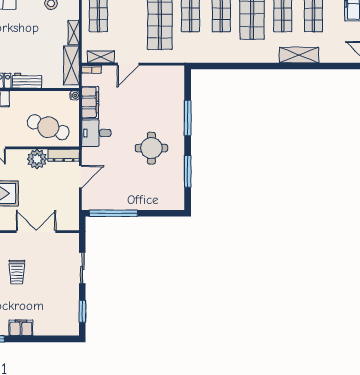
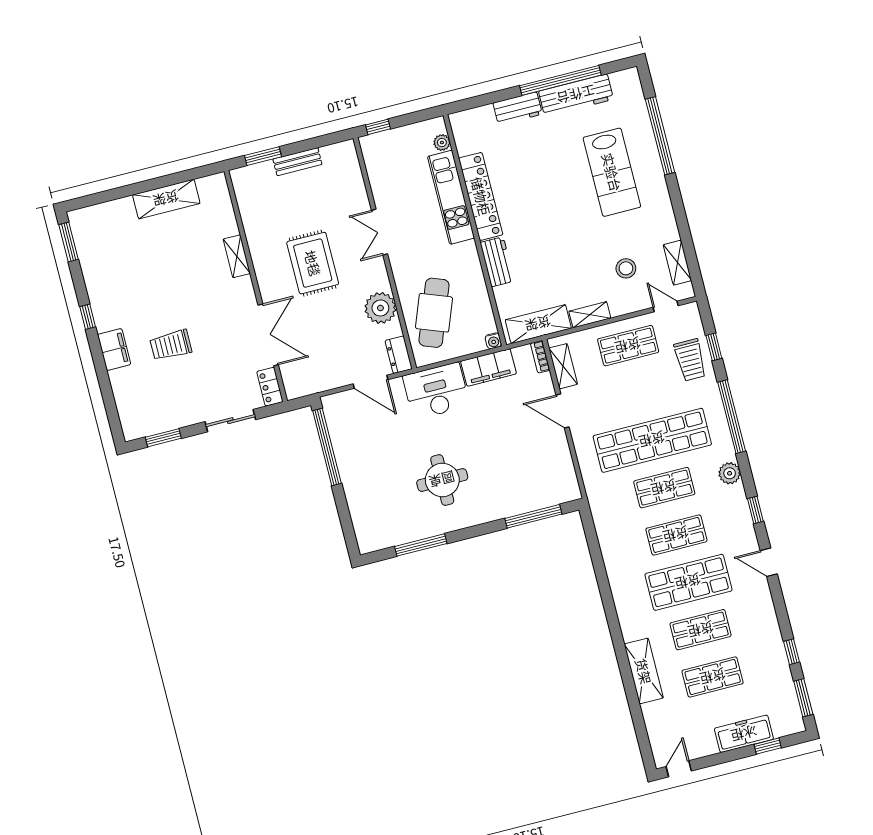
window: (188, 118) -> (533, 516), moved
desk: (96, 133) -> (436, 391), width x1.37
dresser: (64, 155) -> (399, 355), width x0.70
locker: (68, 239) -> (270, 387), added
trolley: (17, 272) -> (171, 345), moved

